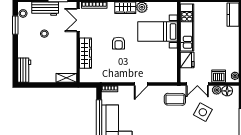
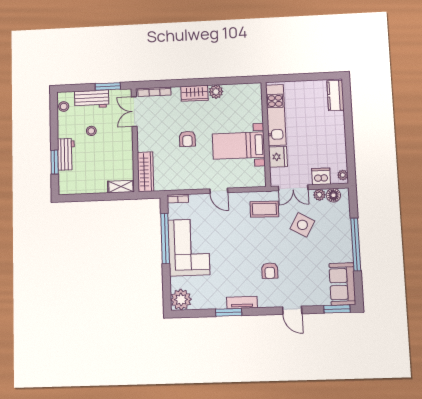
window: (15, 25) -> (55, 162), moved
bed with nightstands: (158, 32) -> (239, 146), moved
wardrobe: (86, 53) -> (145, 172), moved
workbench: (24, 70) -> (66, 154), moved
door: (141, 84) -> (219, 191), hinge flipped

